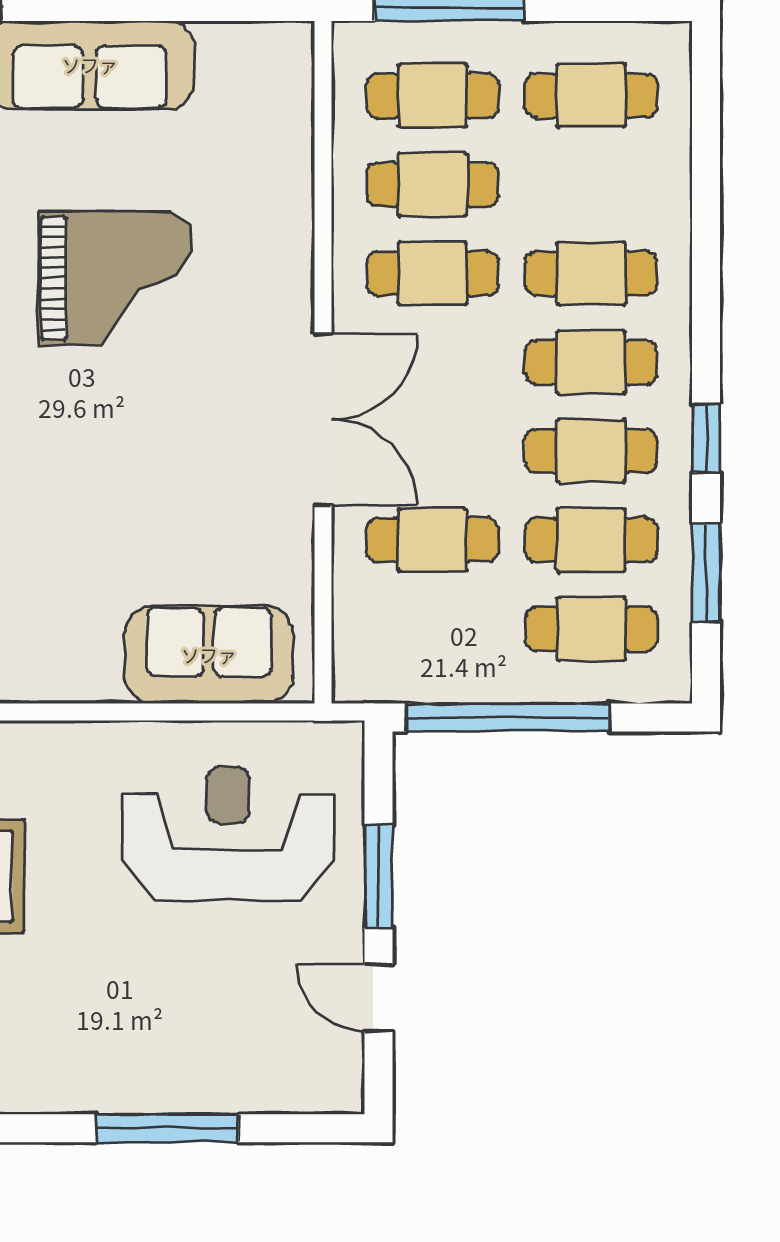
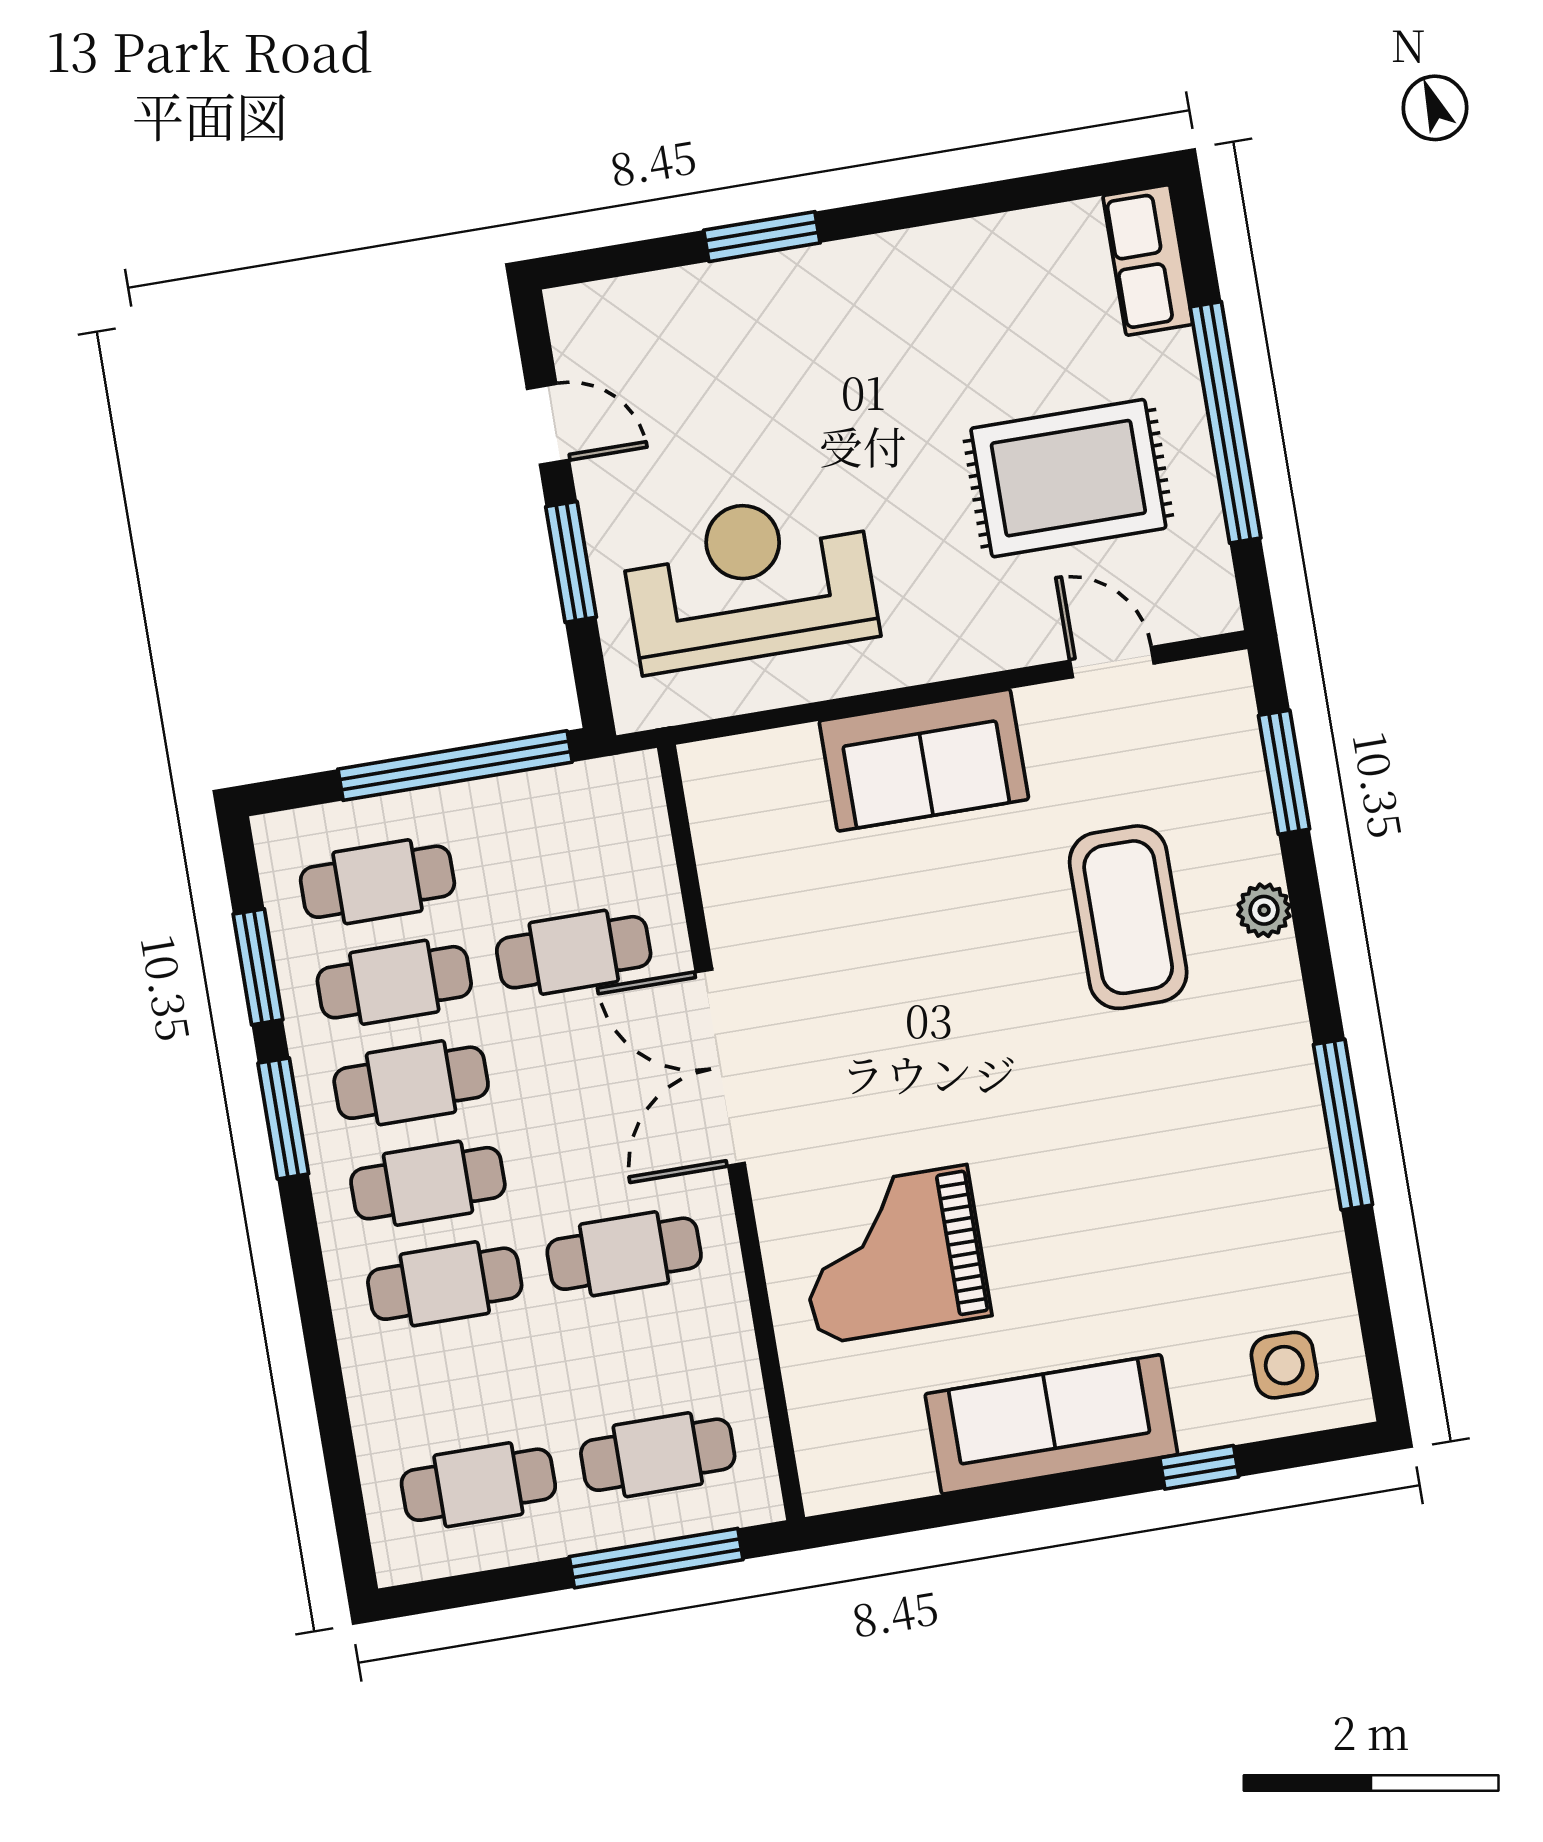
cafe table: (432, 184) -> (641, 1354), removed
grand piano: (115, 278) -> (892, 1255), moved
window: (706, 439) -> (283, 1118), width x1.50
sofa: (209, 655) -> (924, 760), moved
reception desk: (228, 834) -> (749, 581), turned 180
window: (168, 1128) -> (762, 237), width x0.69

